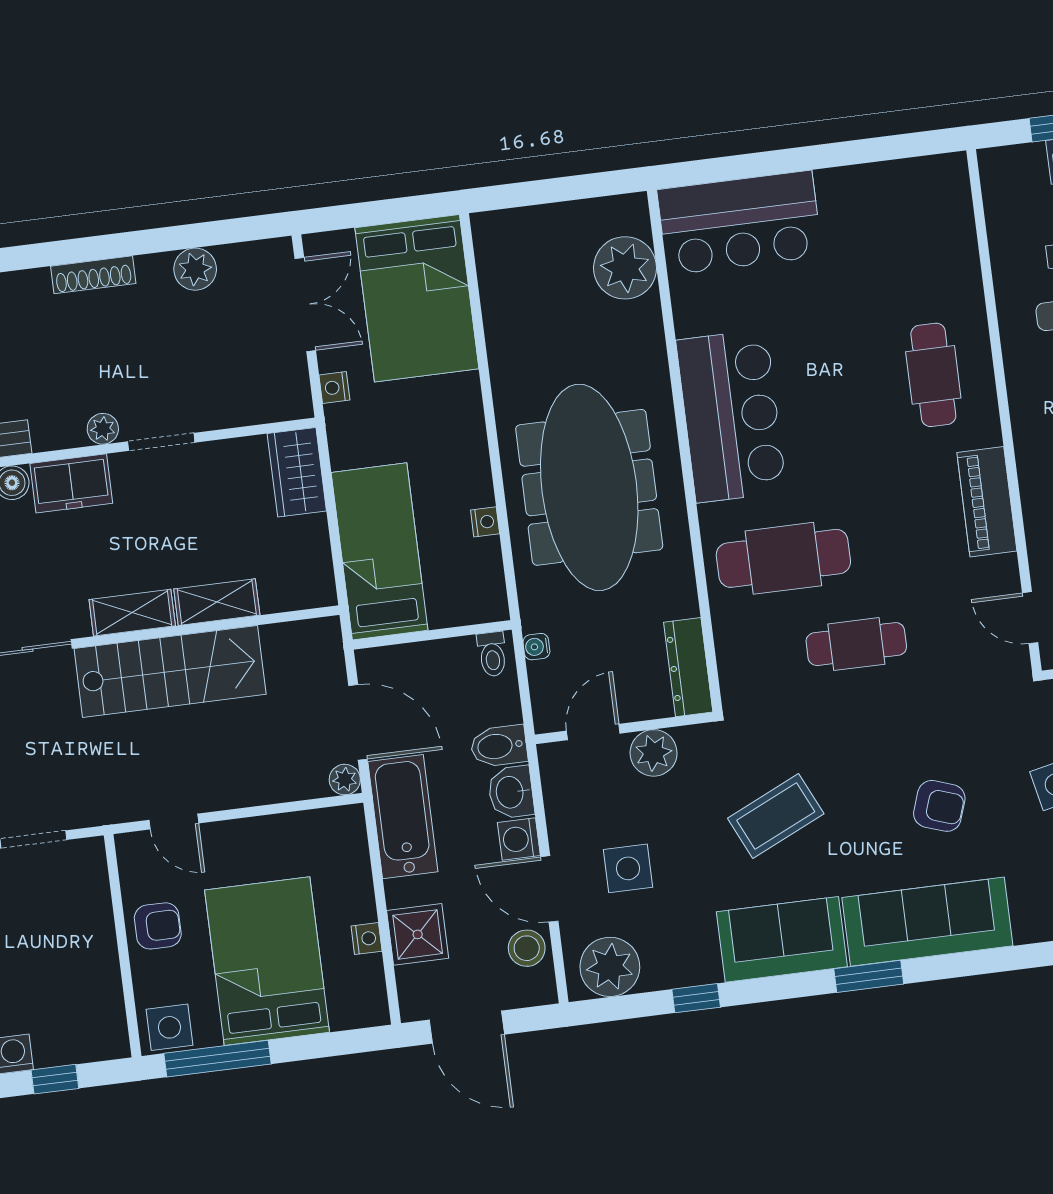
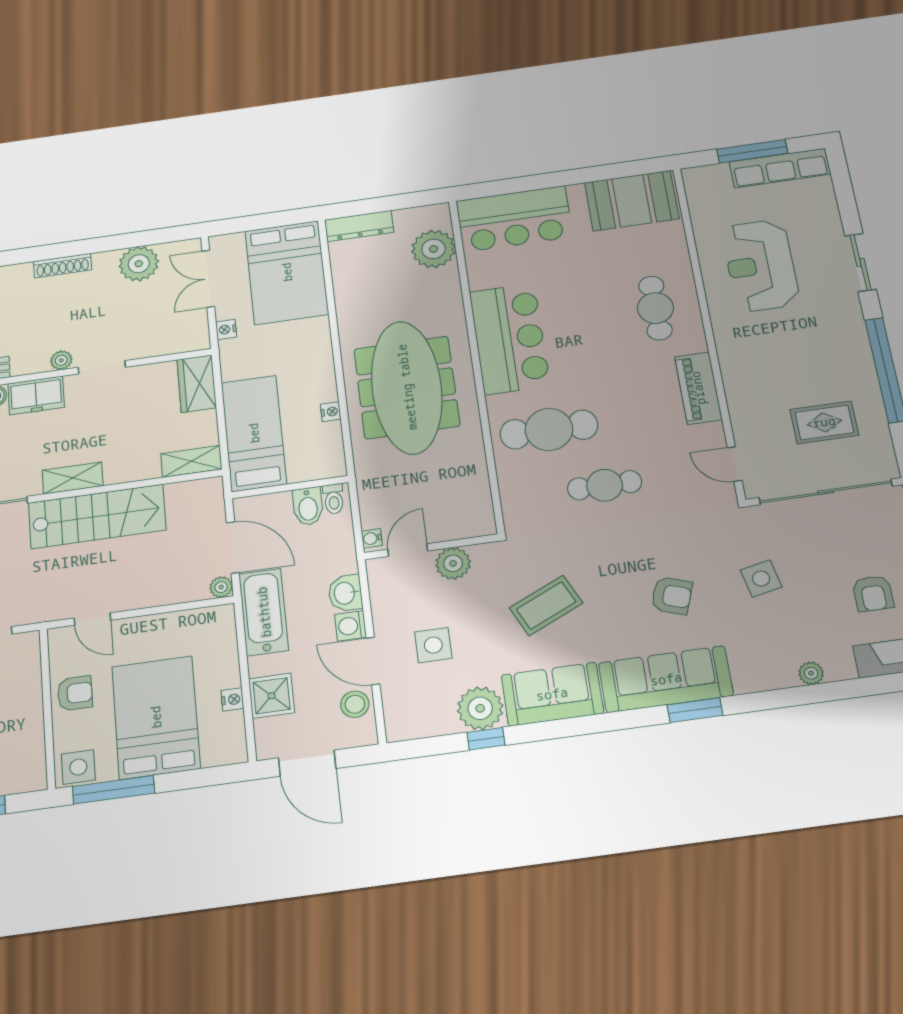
booth: (906, 199) -> (632, 201), added
plant: (195, 269) -> (139, 264), width x1.36, depth x1.36
double door: (305, 305) -> (208, 279), swing flipped
shelving: (217, 602) -> (191, 461), moved
water cooler: (536, 647) -> (372, 538), moved
dresser: (688, 667) -> (359, 226), moved, turned -90
bidet: (499, 746) -> (308, 506), moved, turned -90
plant: (610, 967) -> (480, 708), moved
window: (869, 976) -> (695, 710), moved

